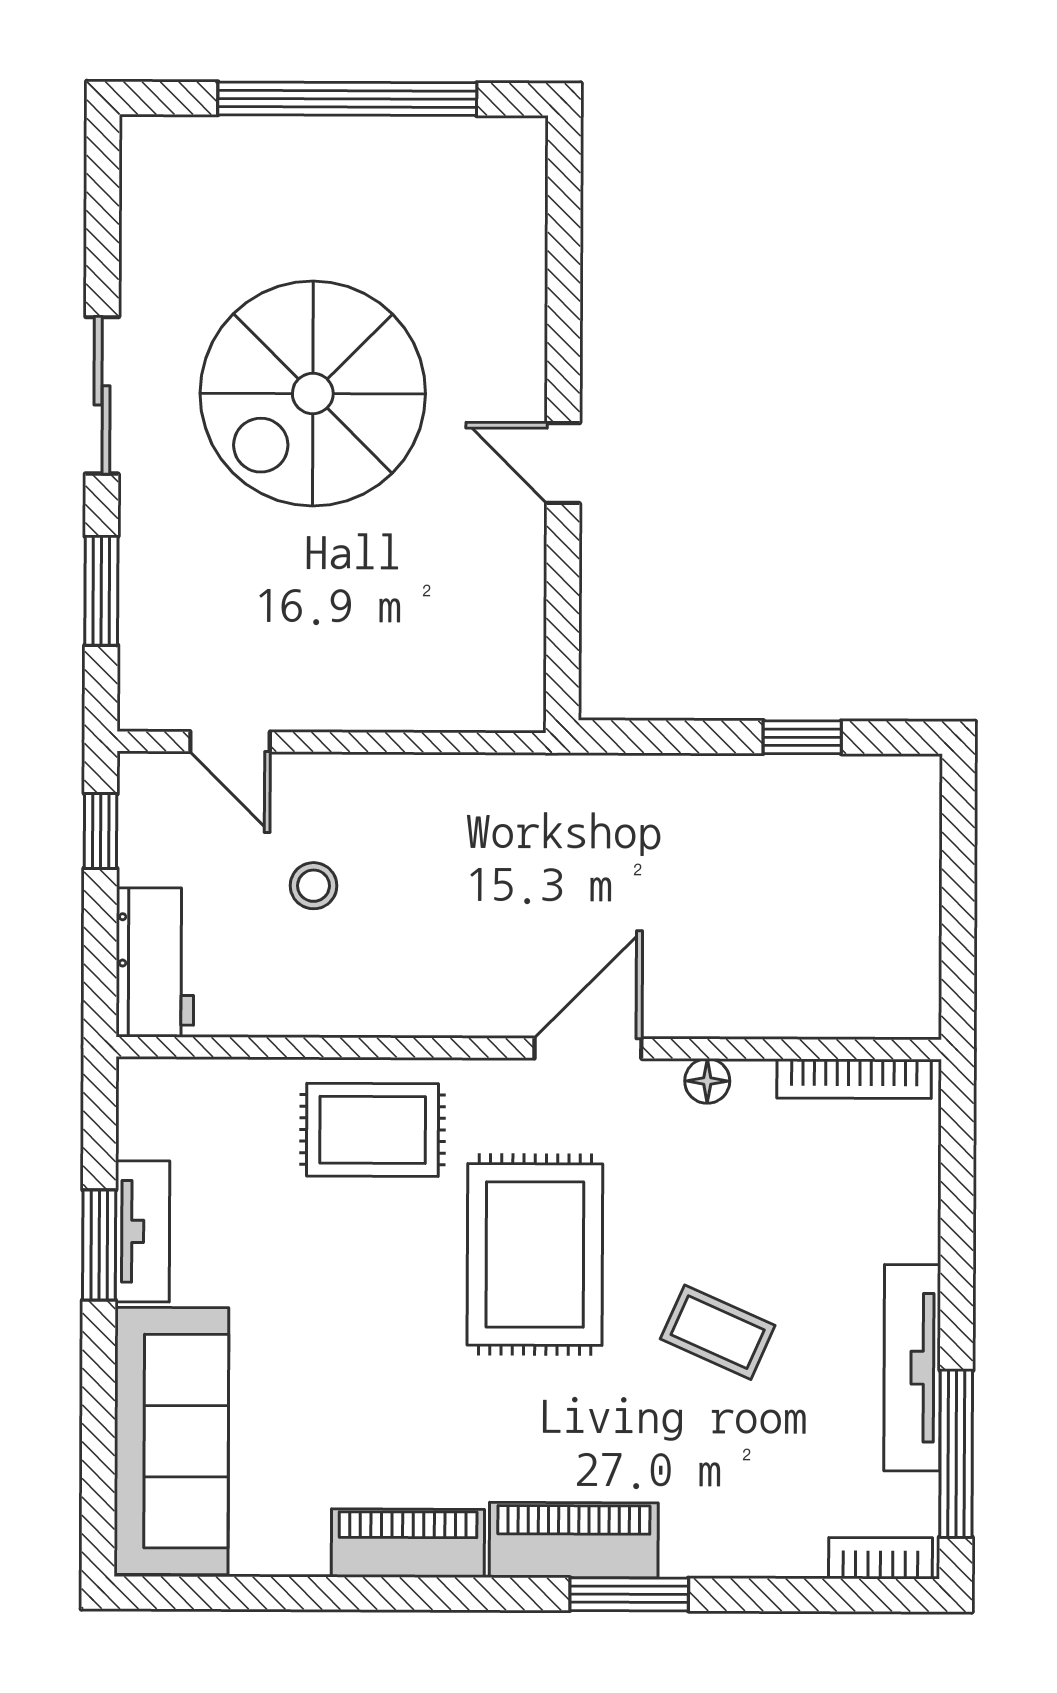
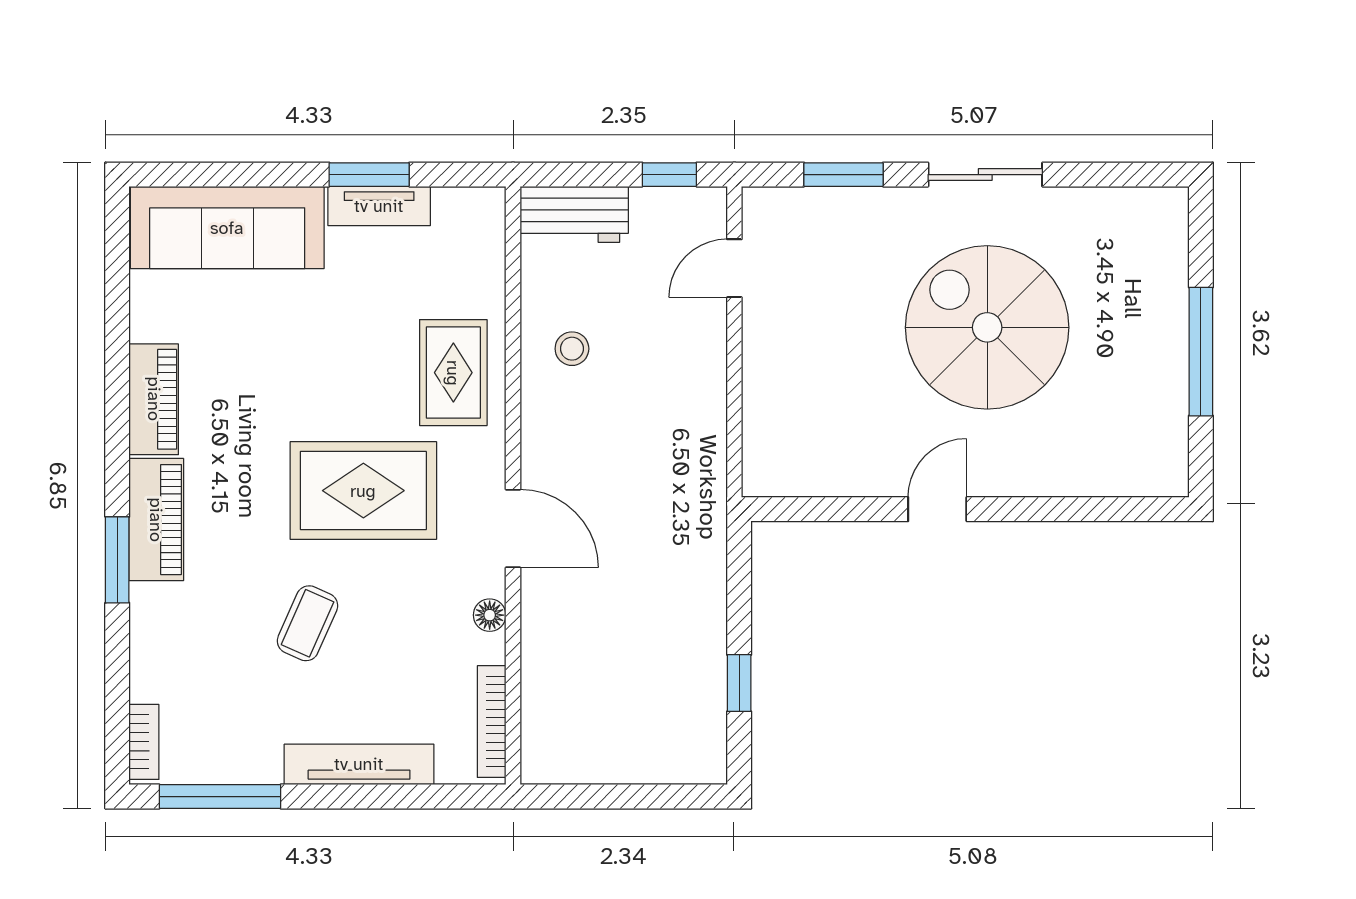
window: (347, 99) -> (1201, 352), width x0.68
stool: (313, 886) -> (572, 349), moved
tv unit: (912, 1368) -> (359, 764), moved

